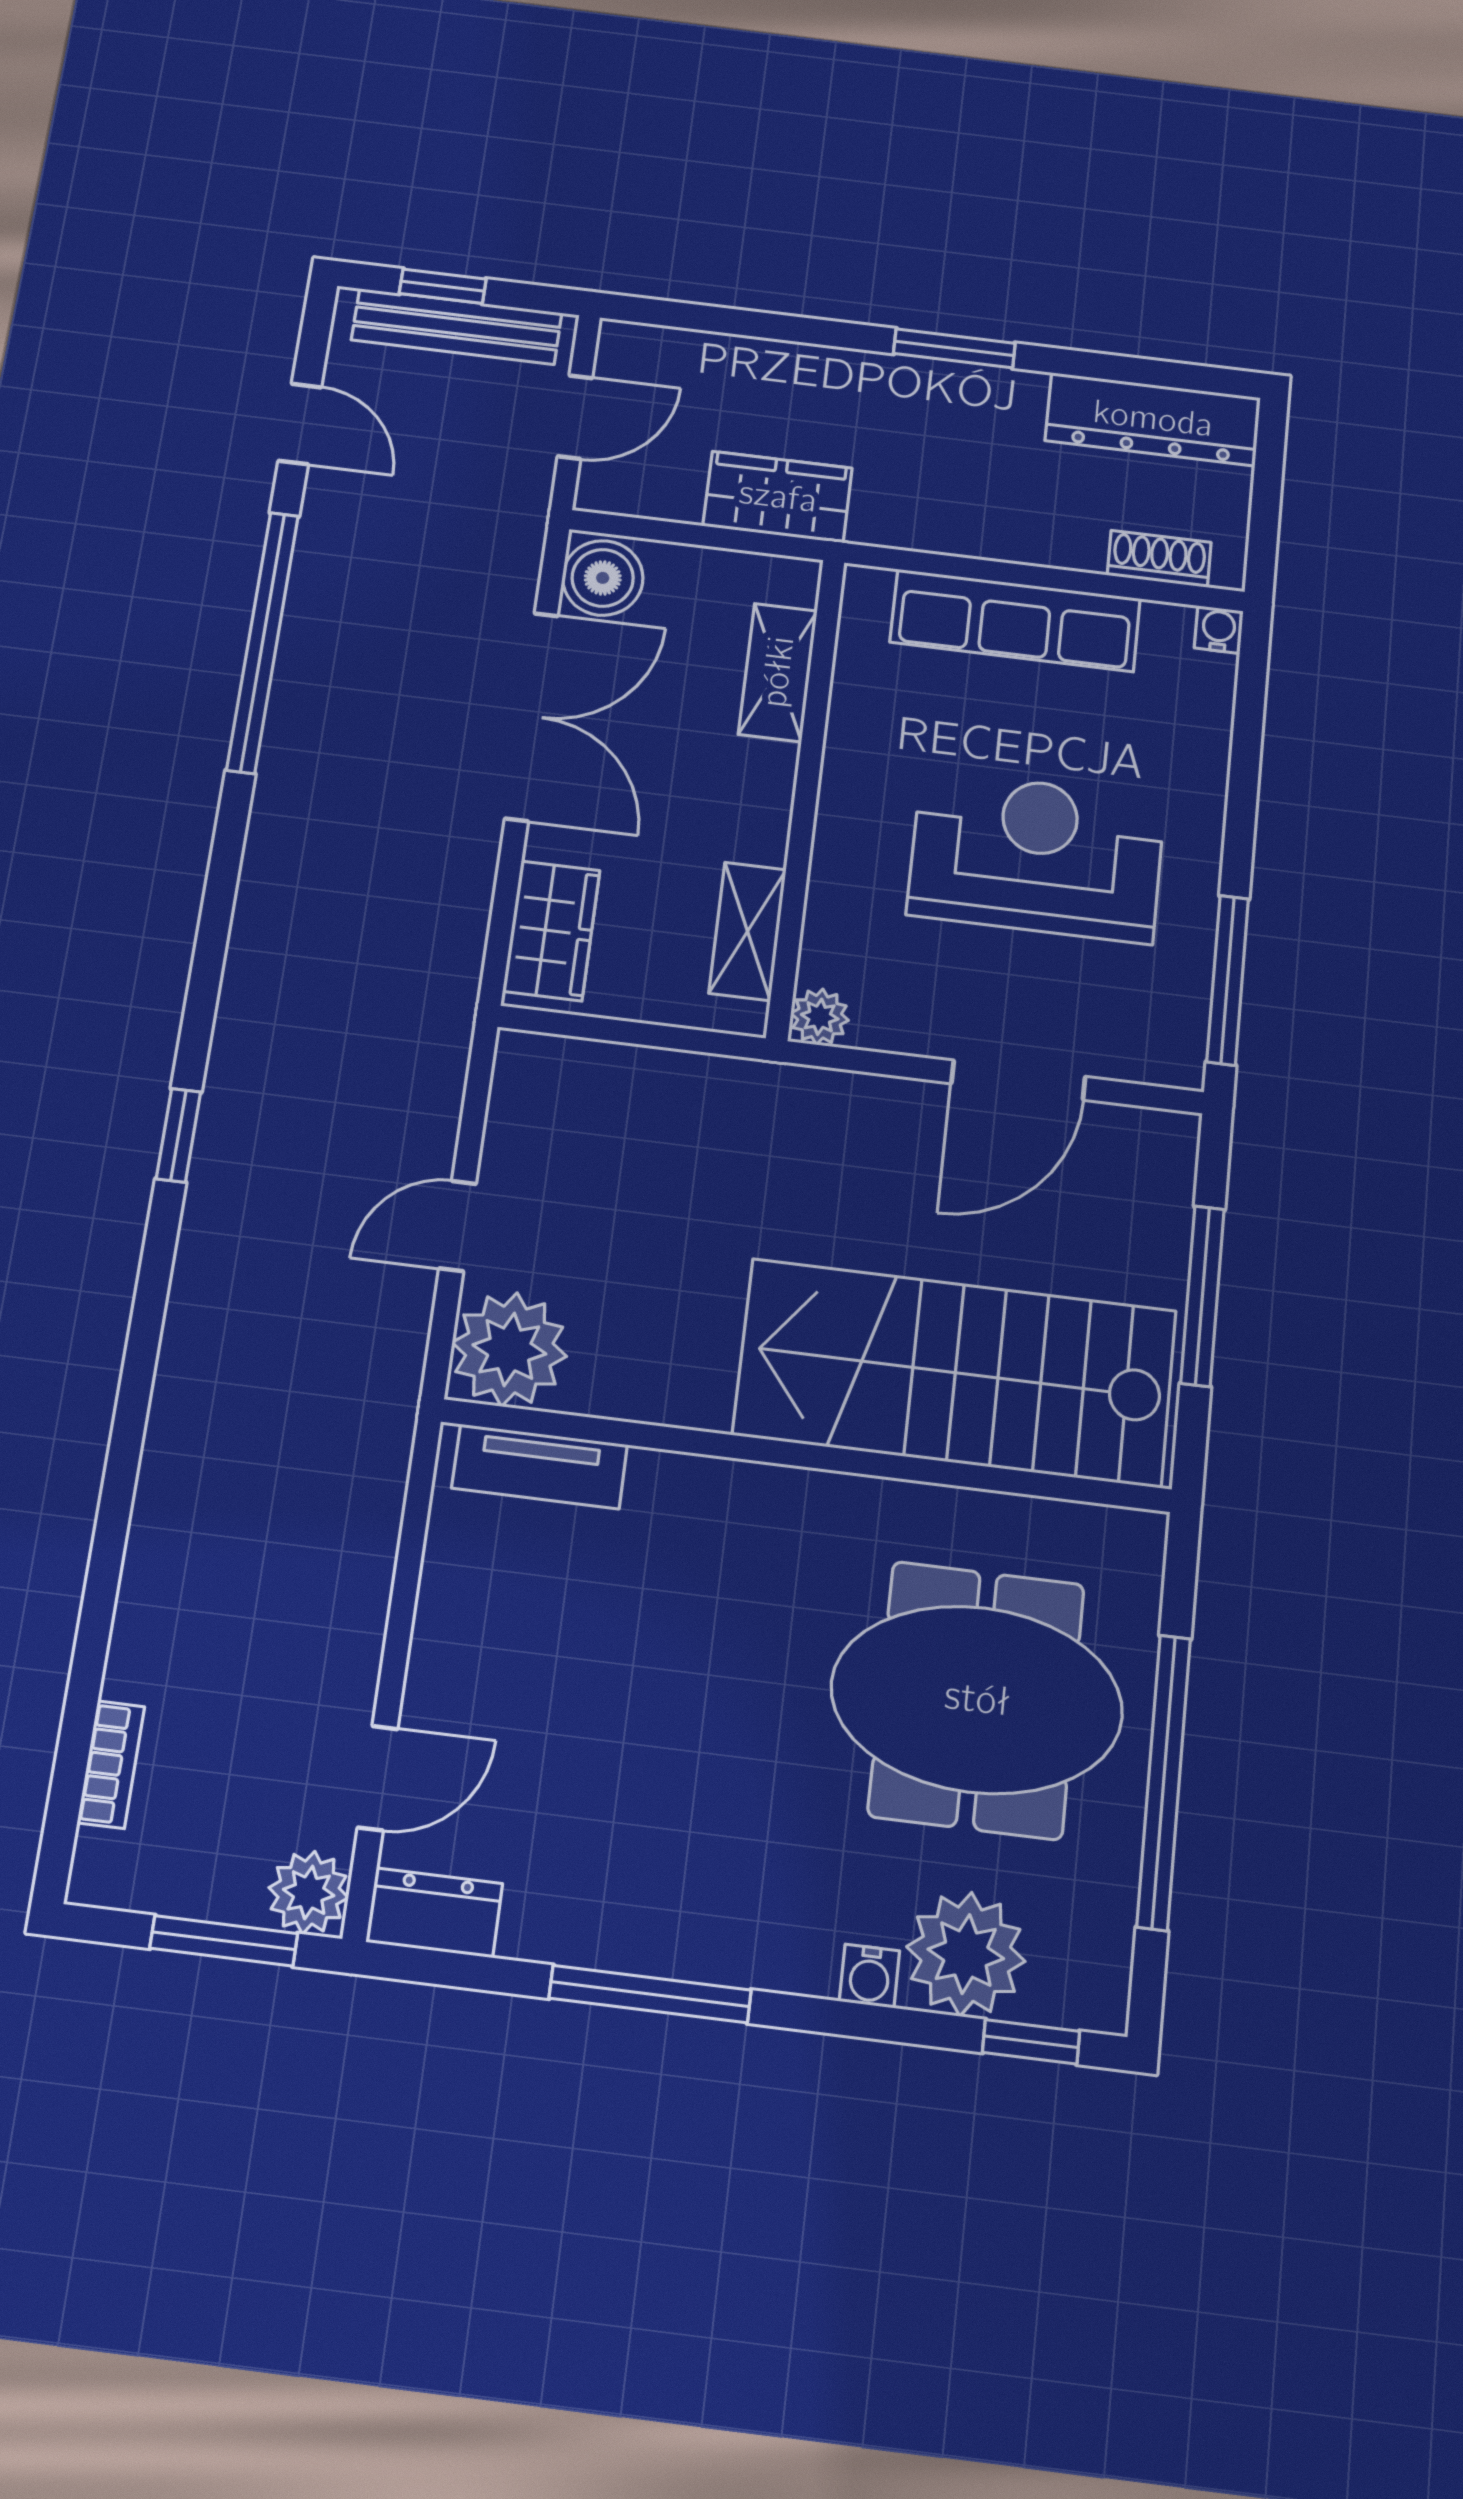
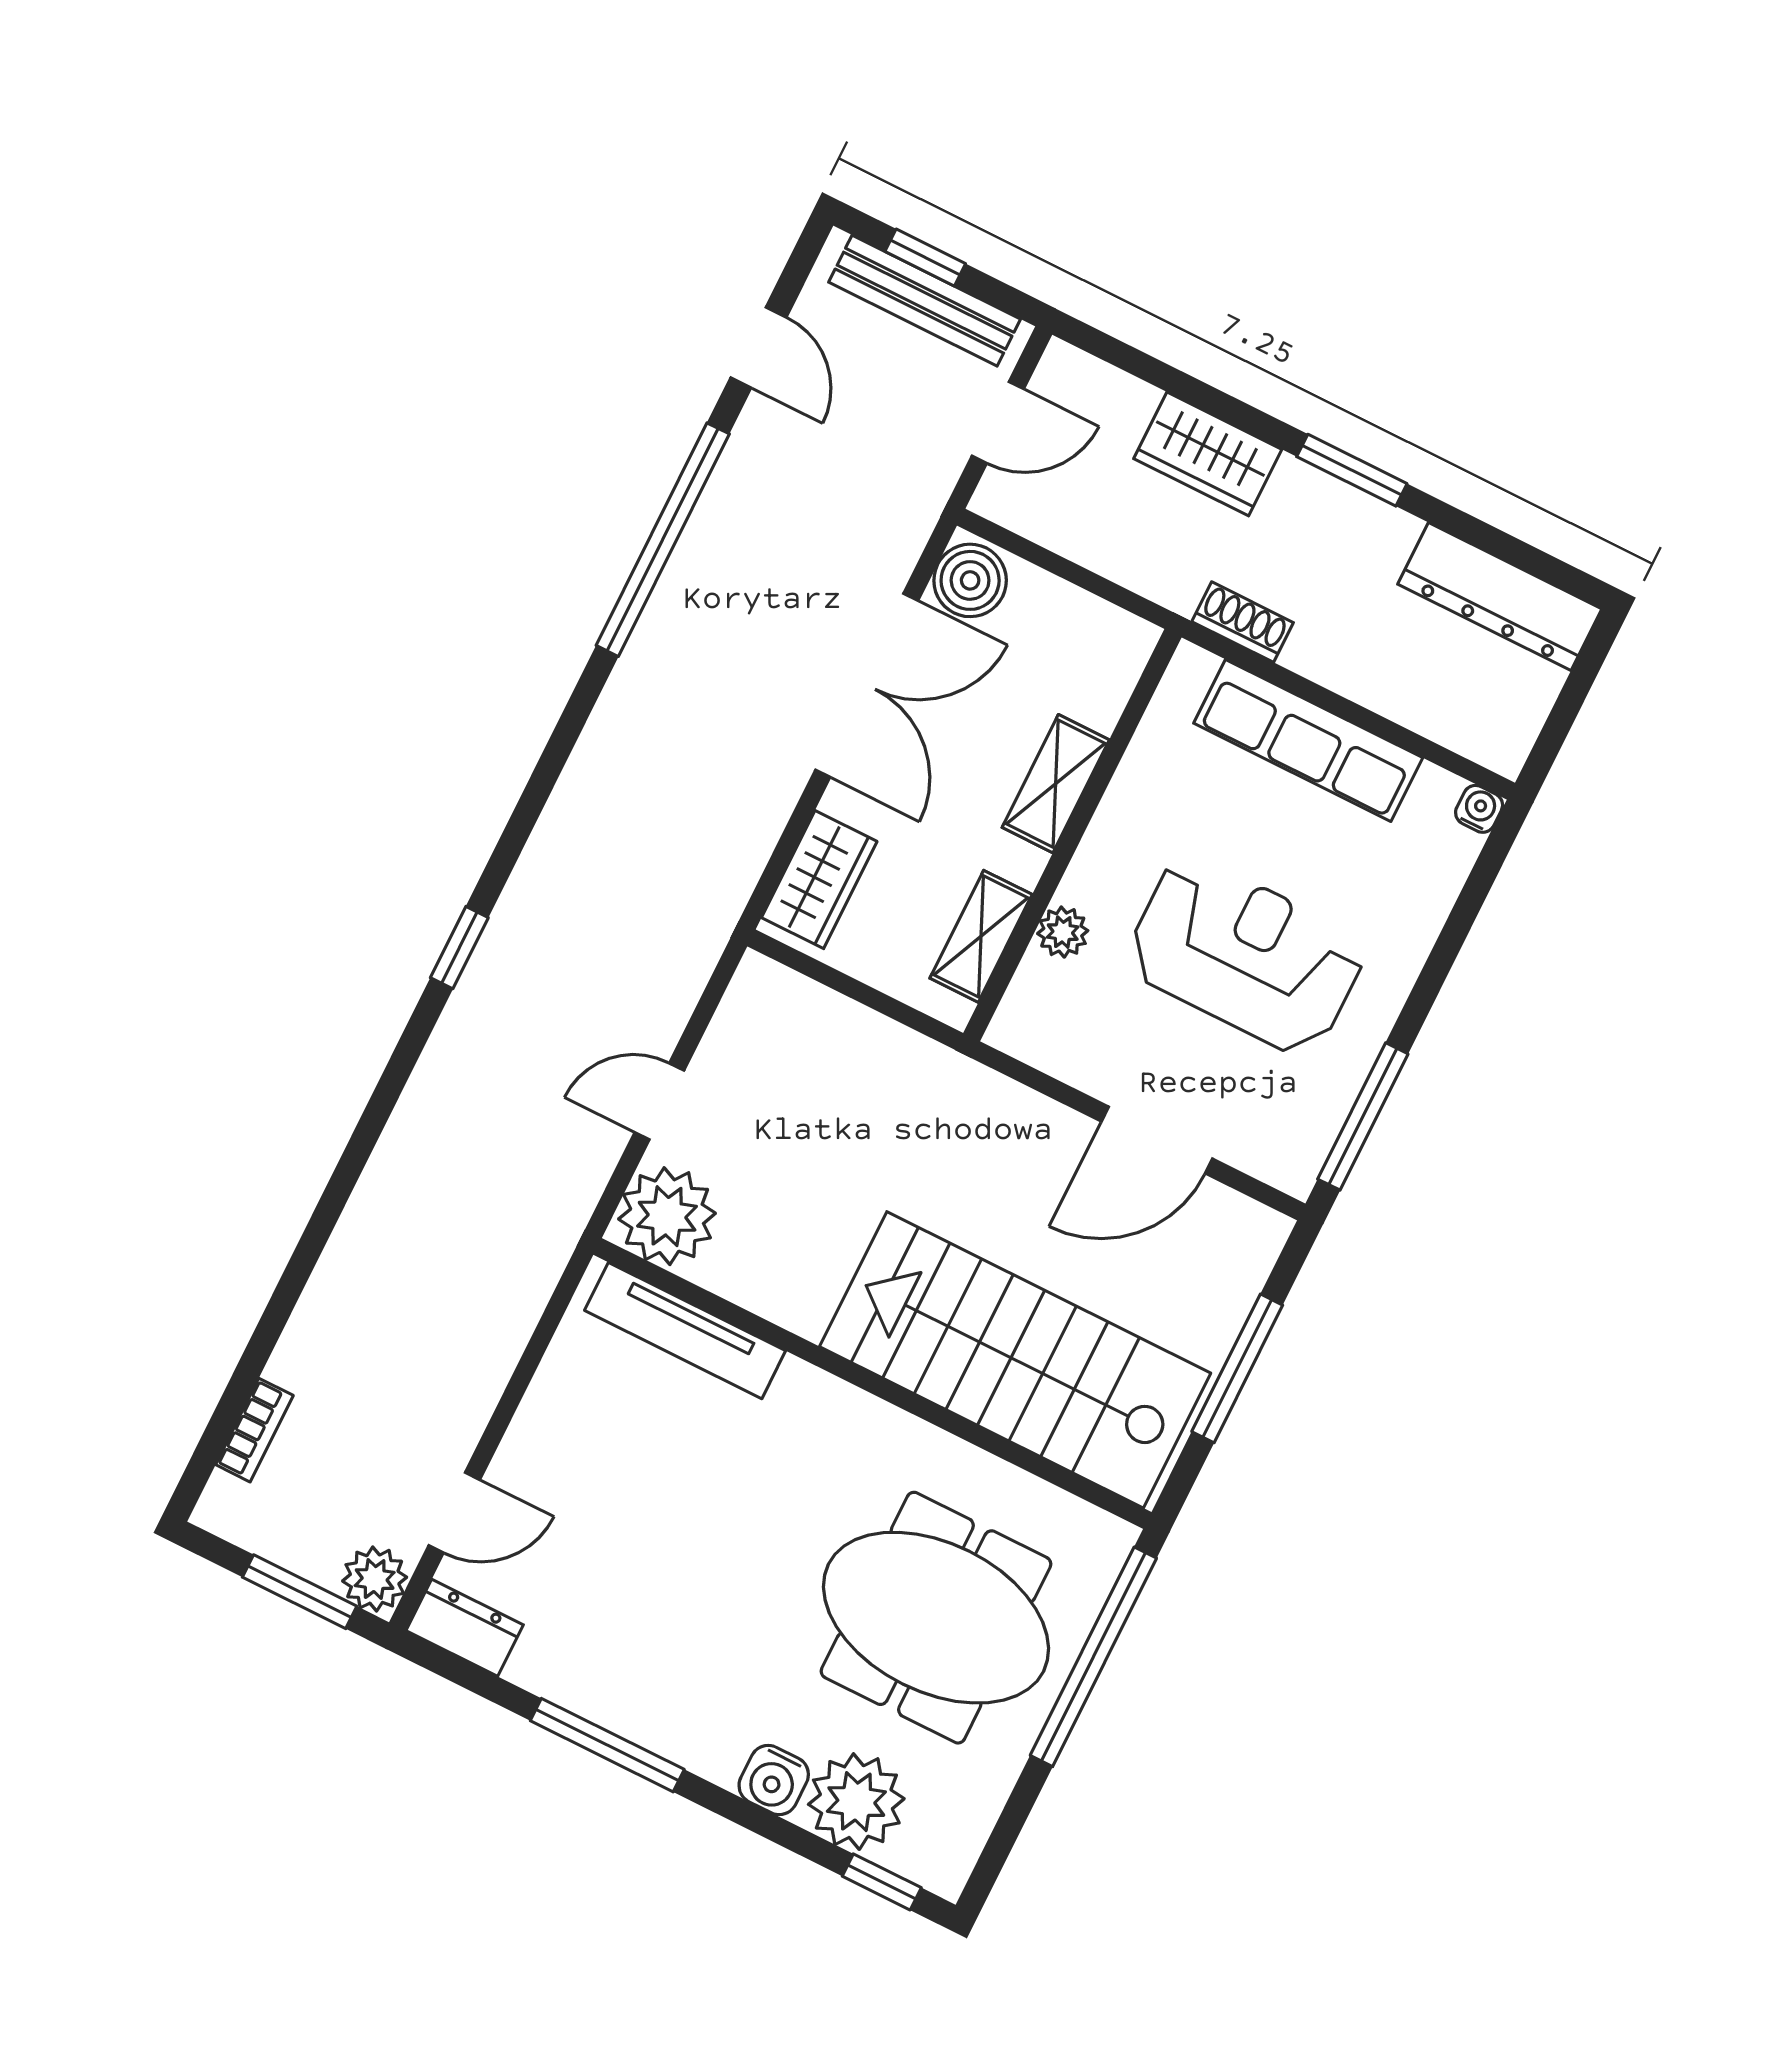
wardrobe: (778, 497) -> (1208, 454), moved, turned 180
shoe rack: (1159, 559) -> (1243, 622), moved
shelving: (778, 672) -> (1056, 784), moved
plant: (820, 1017) -> (1063, 932), moved
tv unit: (540, 1466) -> (685, 1331), width x1.41
window: (1164, 1781) -> (1093, 1657), moved
water cooler: (870, 1976) -> (774, 1780), width x1.38, depth x1.38

